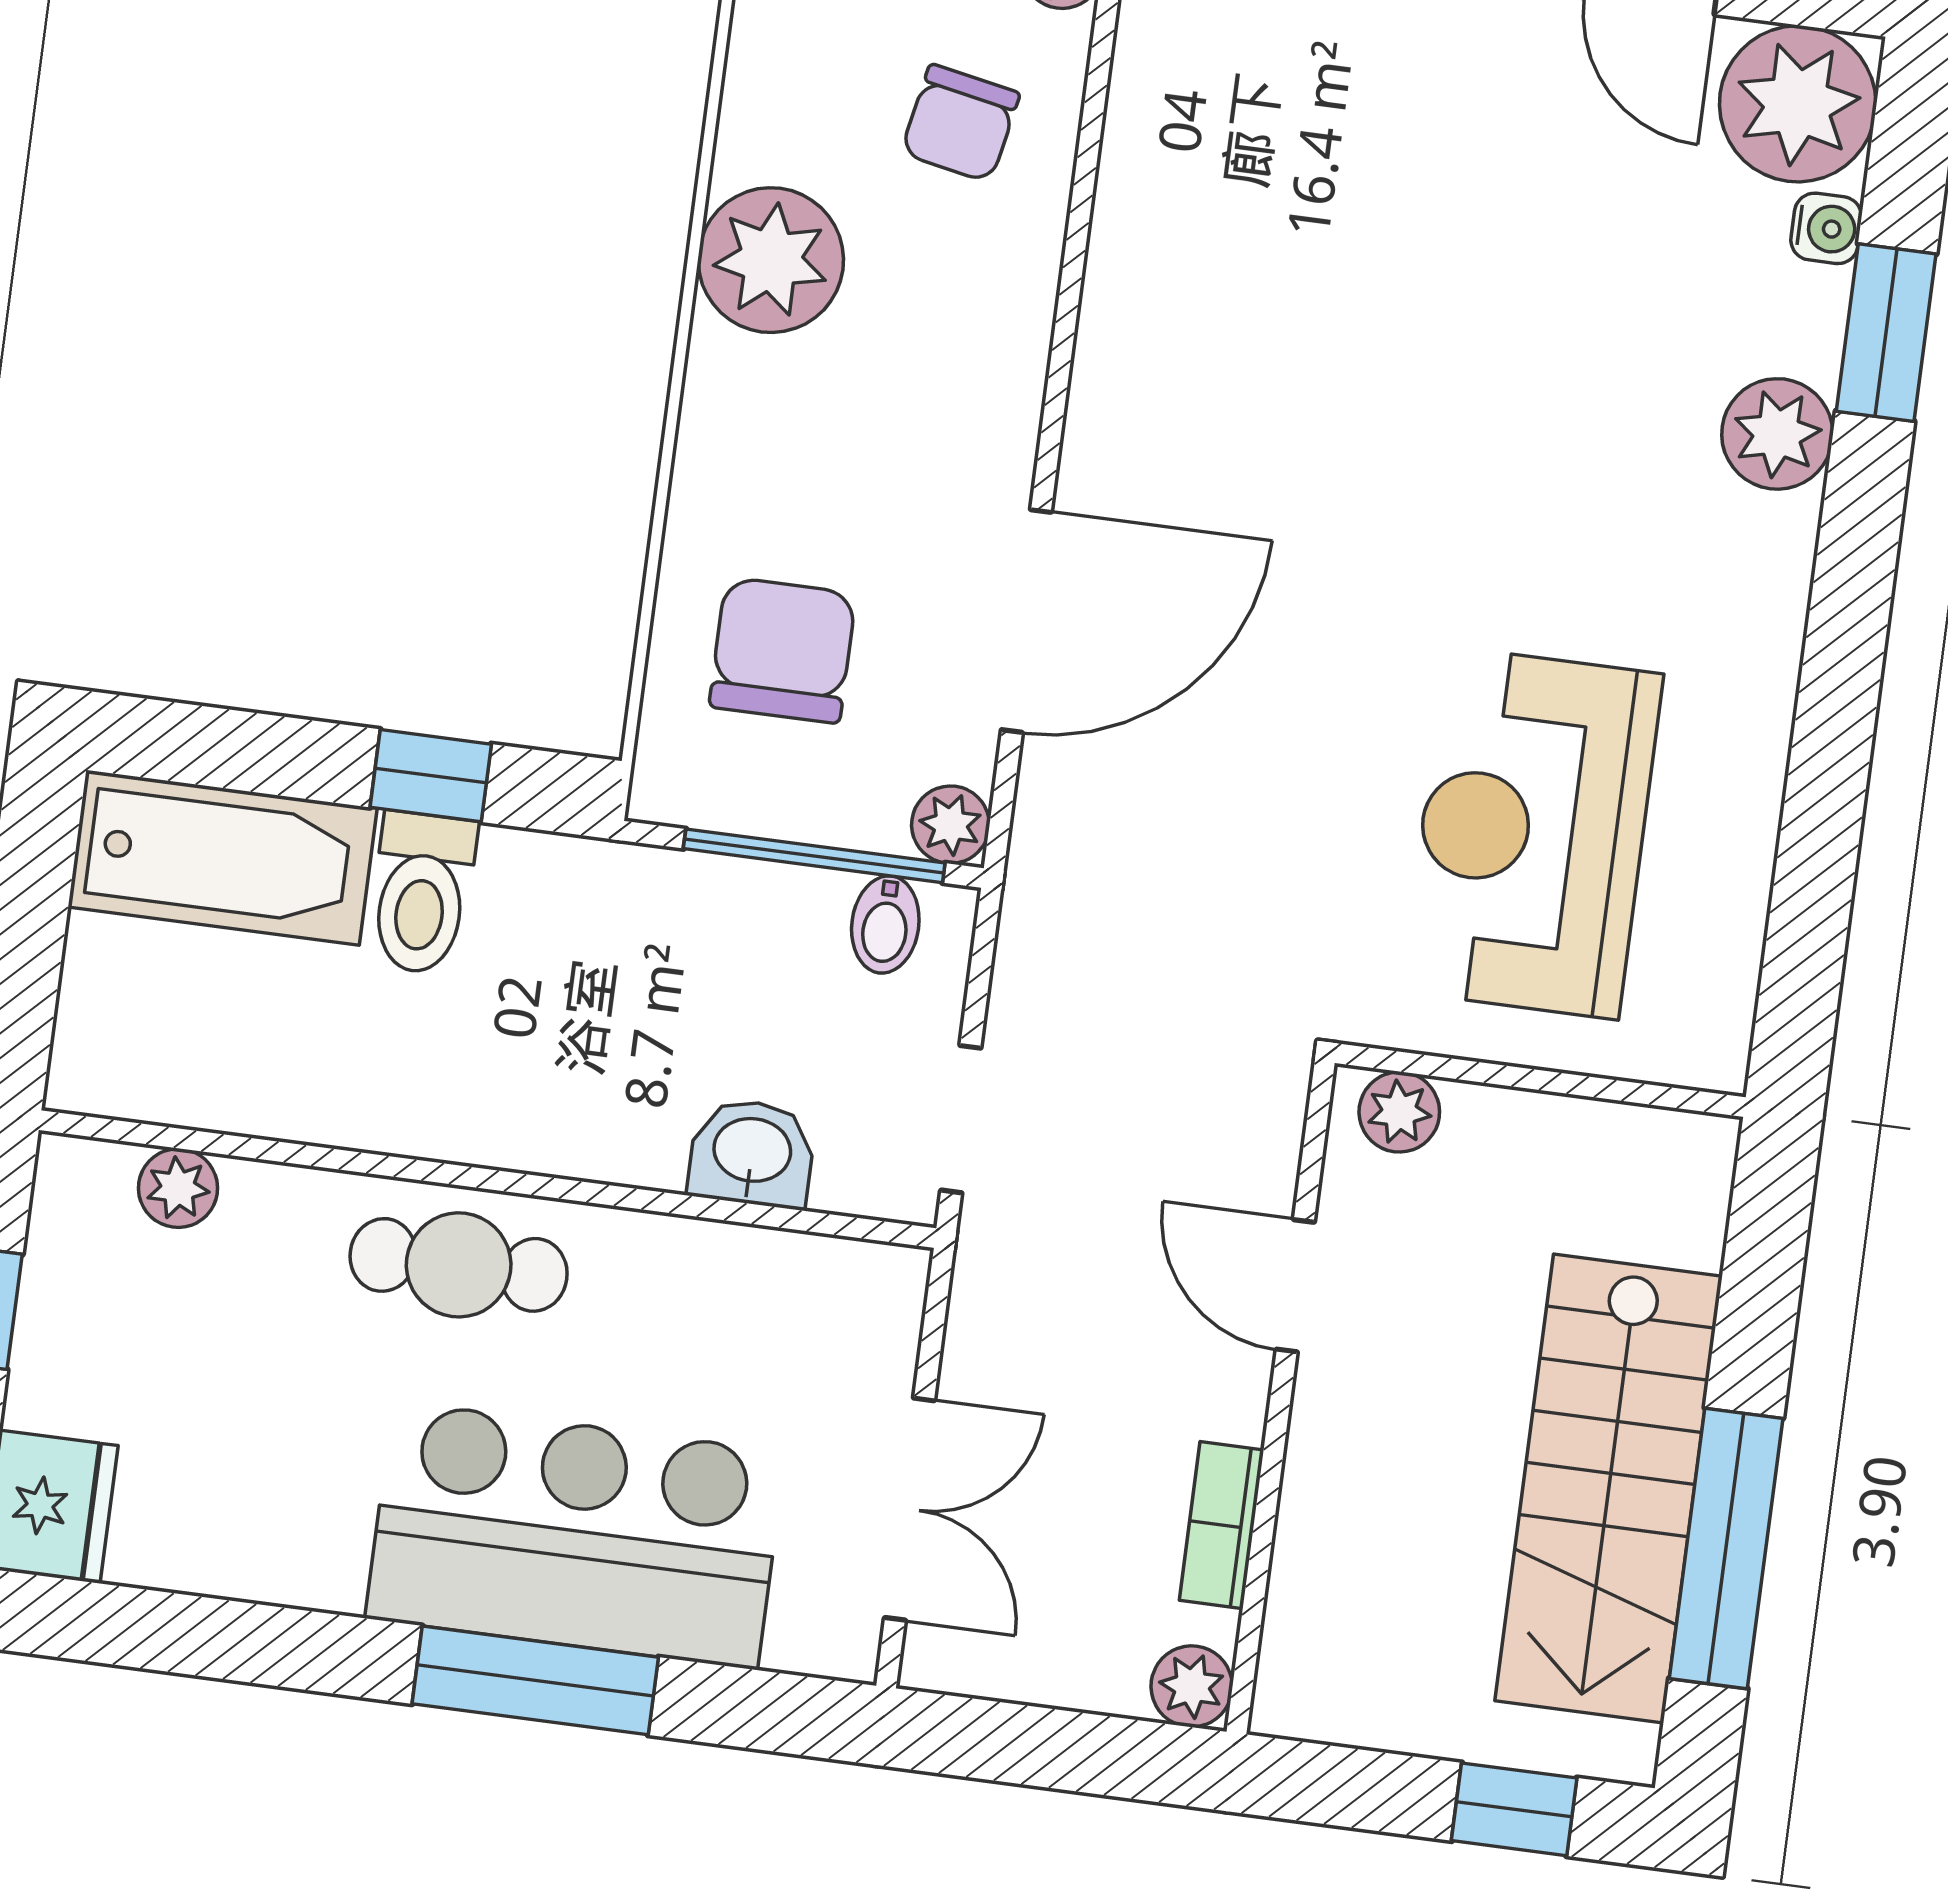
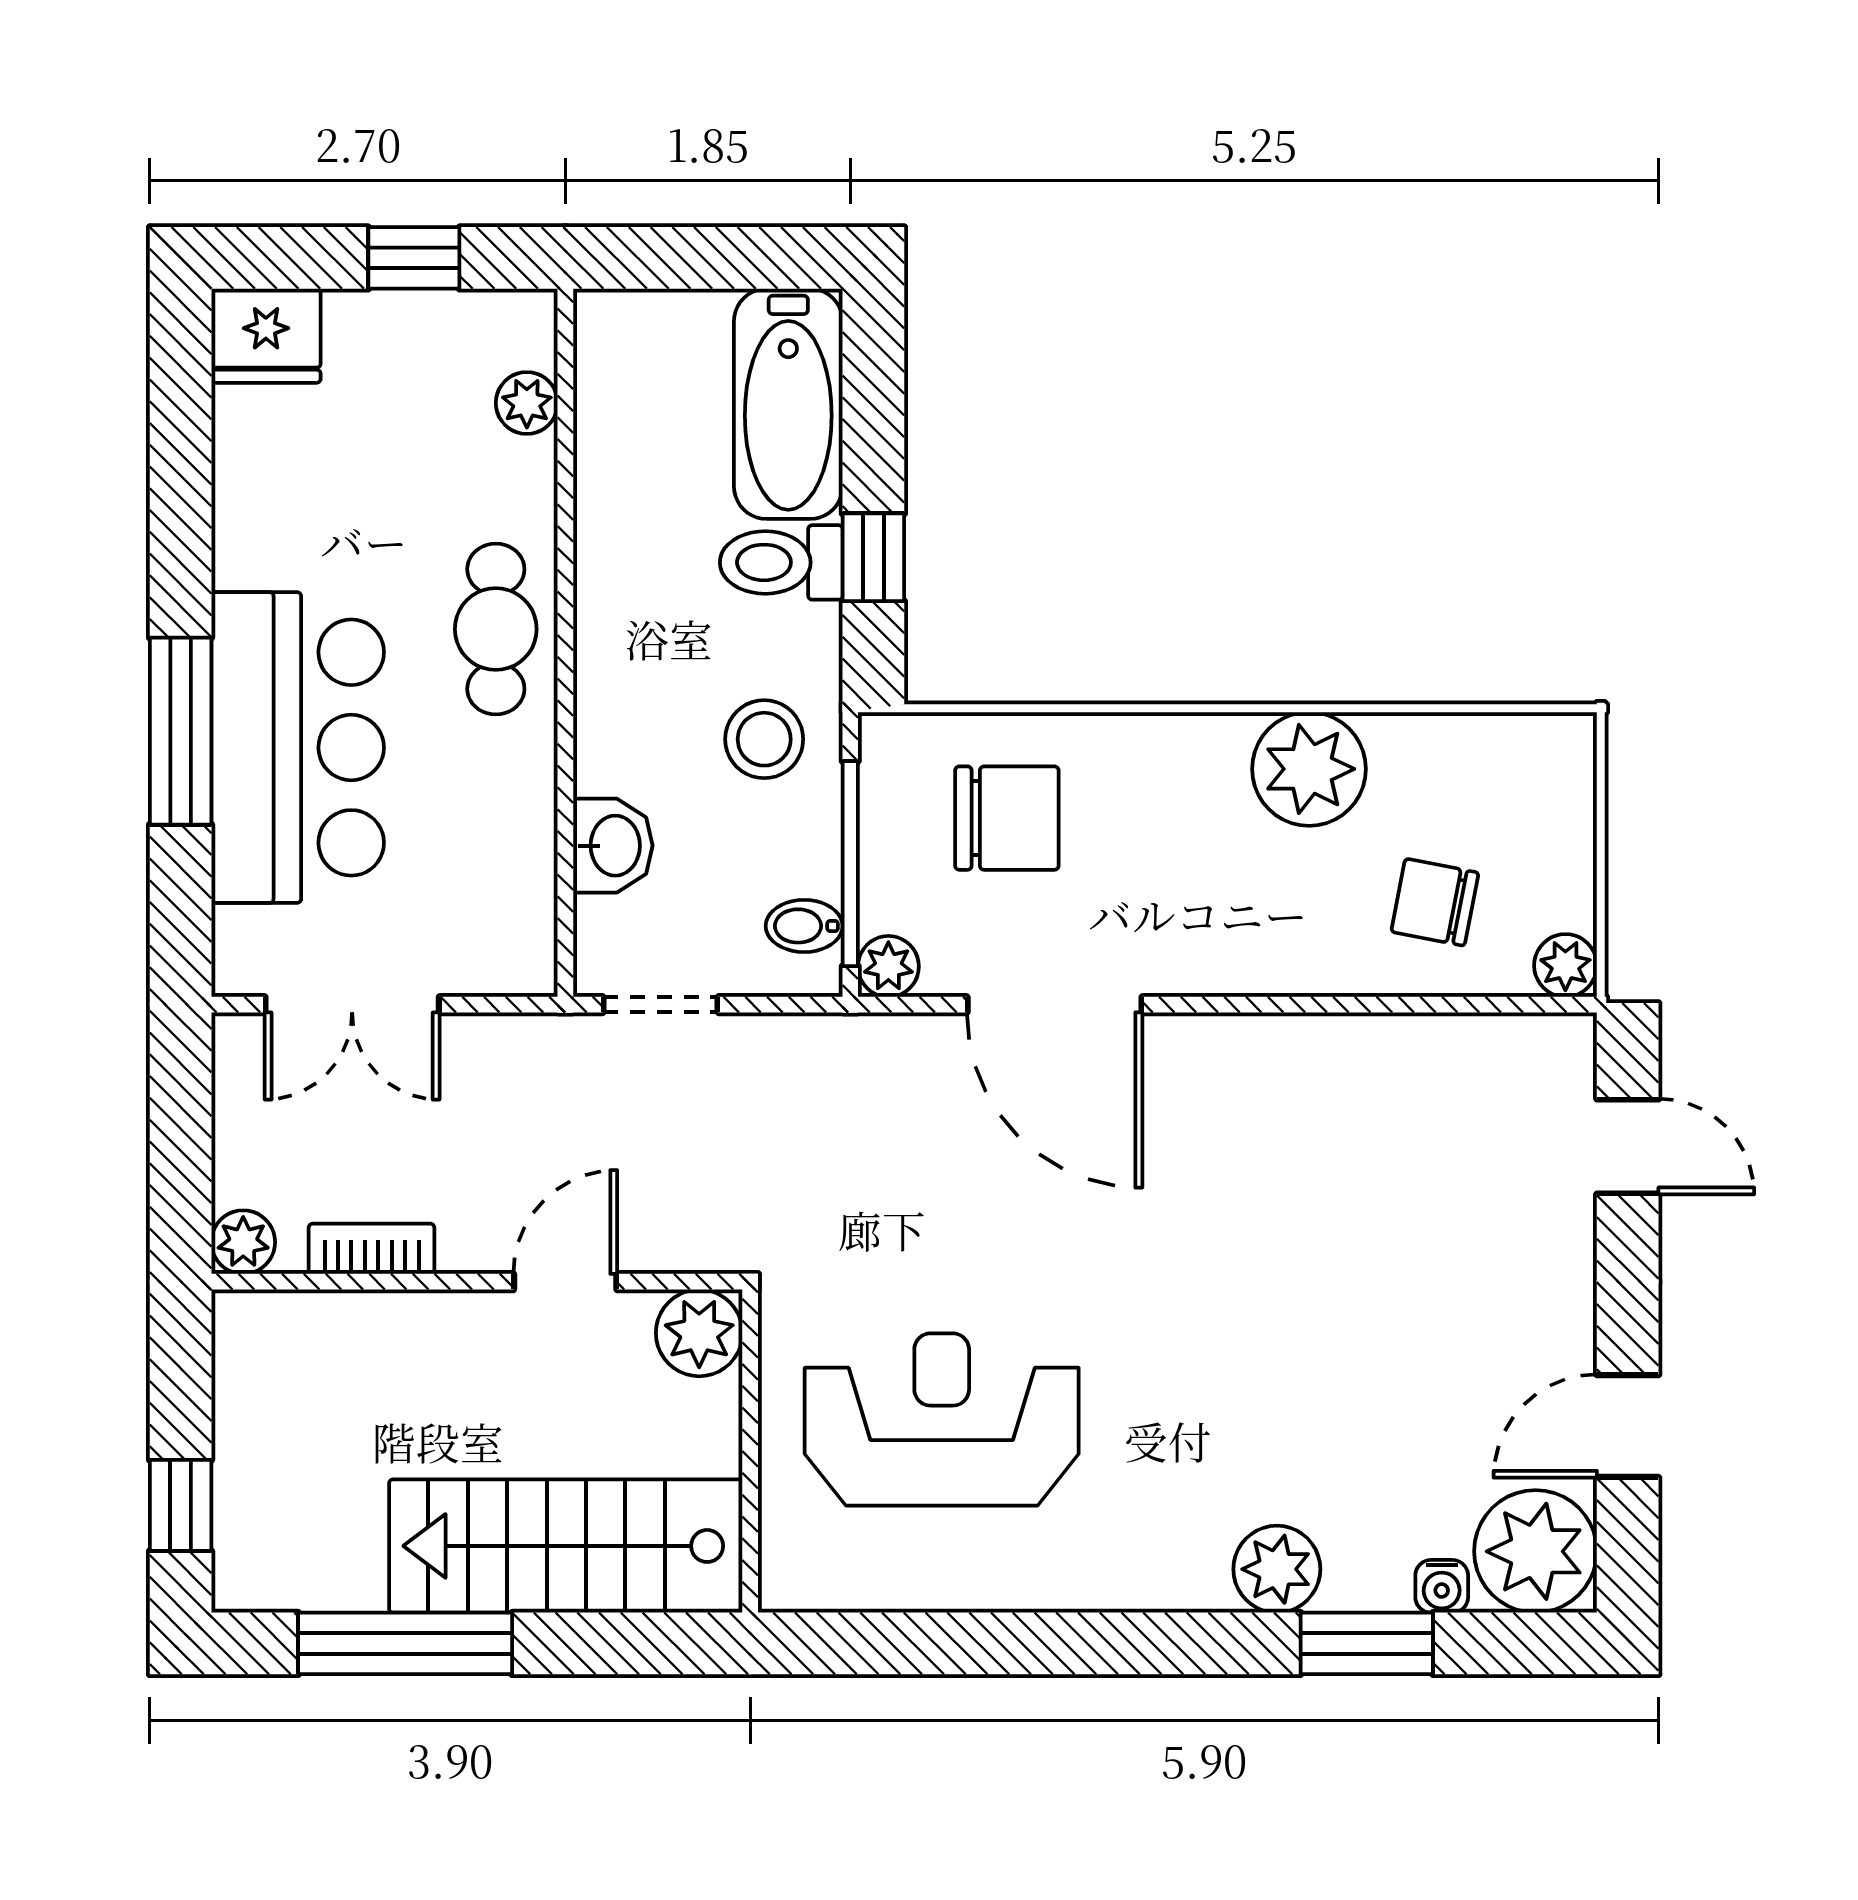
stool: (643, 944) -> (764, 739), added
plant: (1399, 1112) -> (699, 1333), width x1.38, depth x1.38
stairs: (1609, 1488) -> (566, 1546), moved

